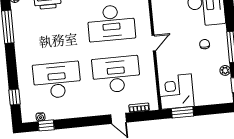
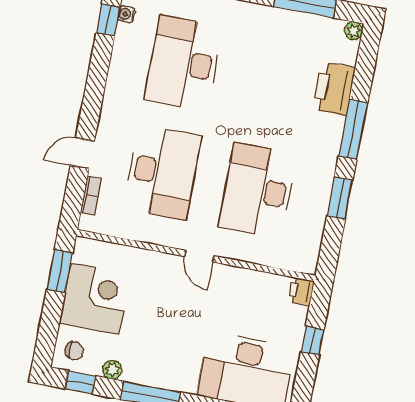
chair: (205, 44) -> (74, 351), moved
desk: (57, 80) -> (183, 63), turned 180
corner desk: (176, 92) -> (95, 299), moved

